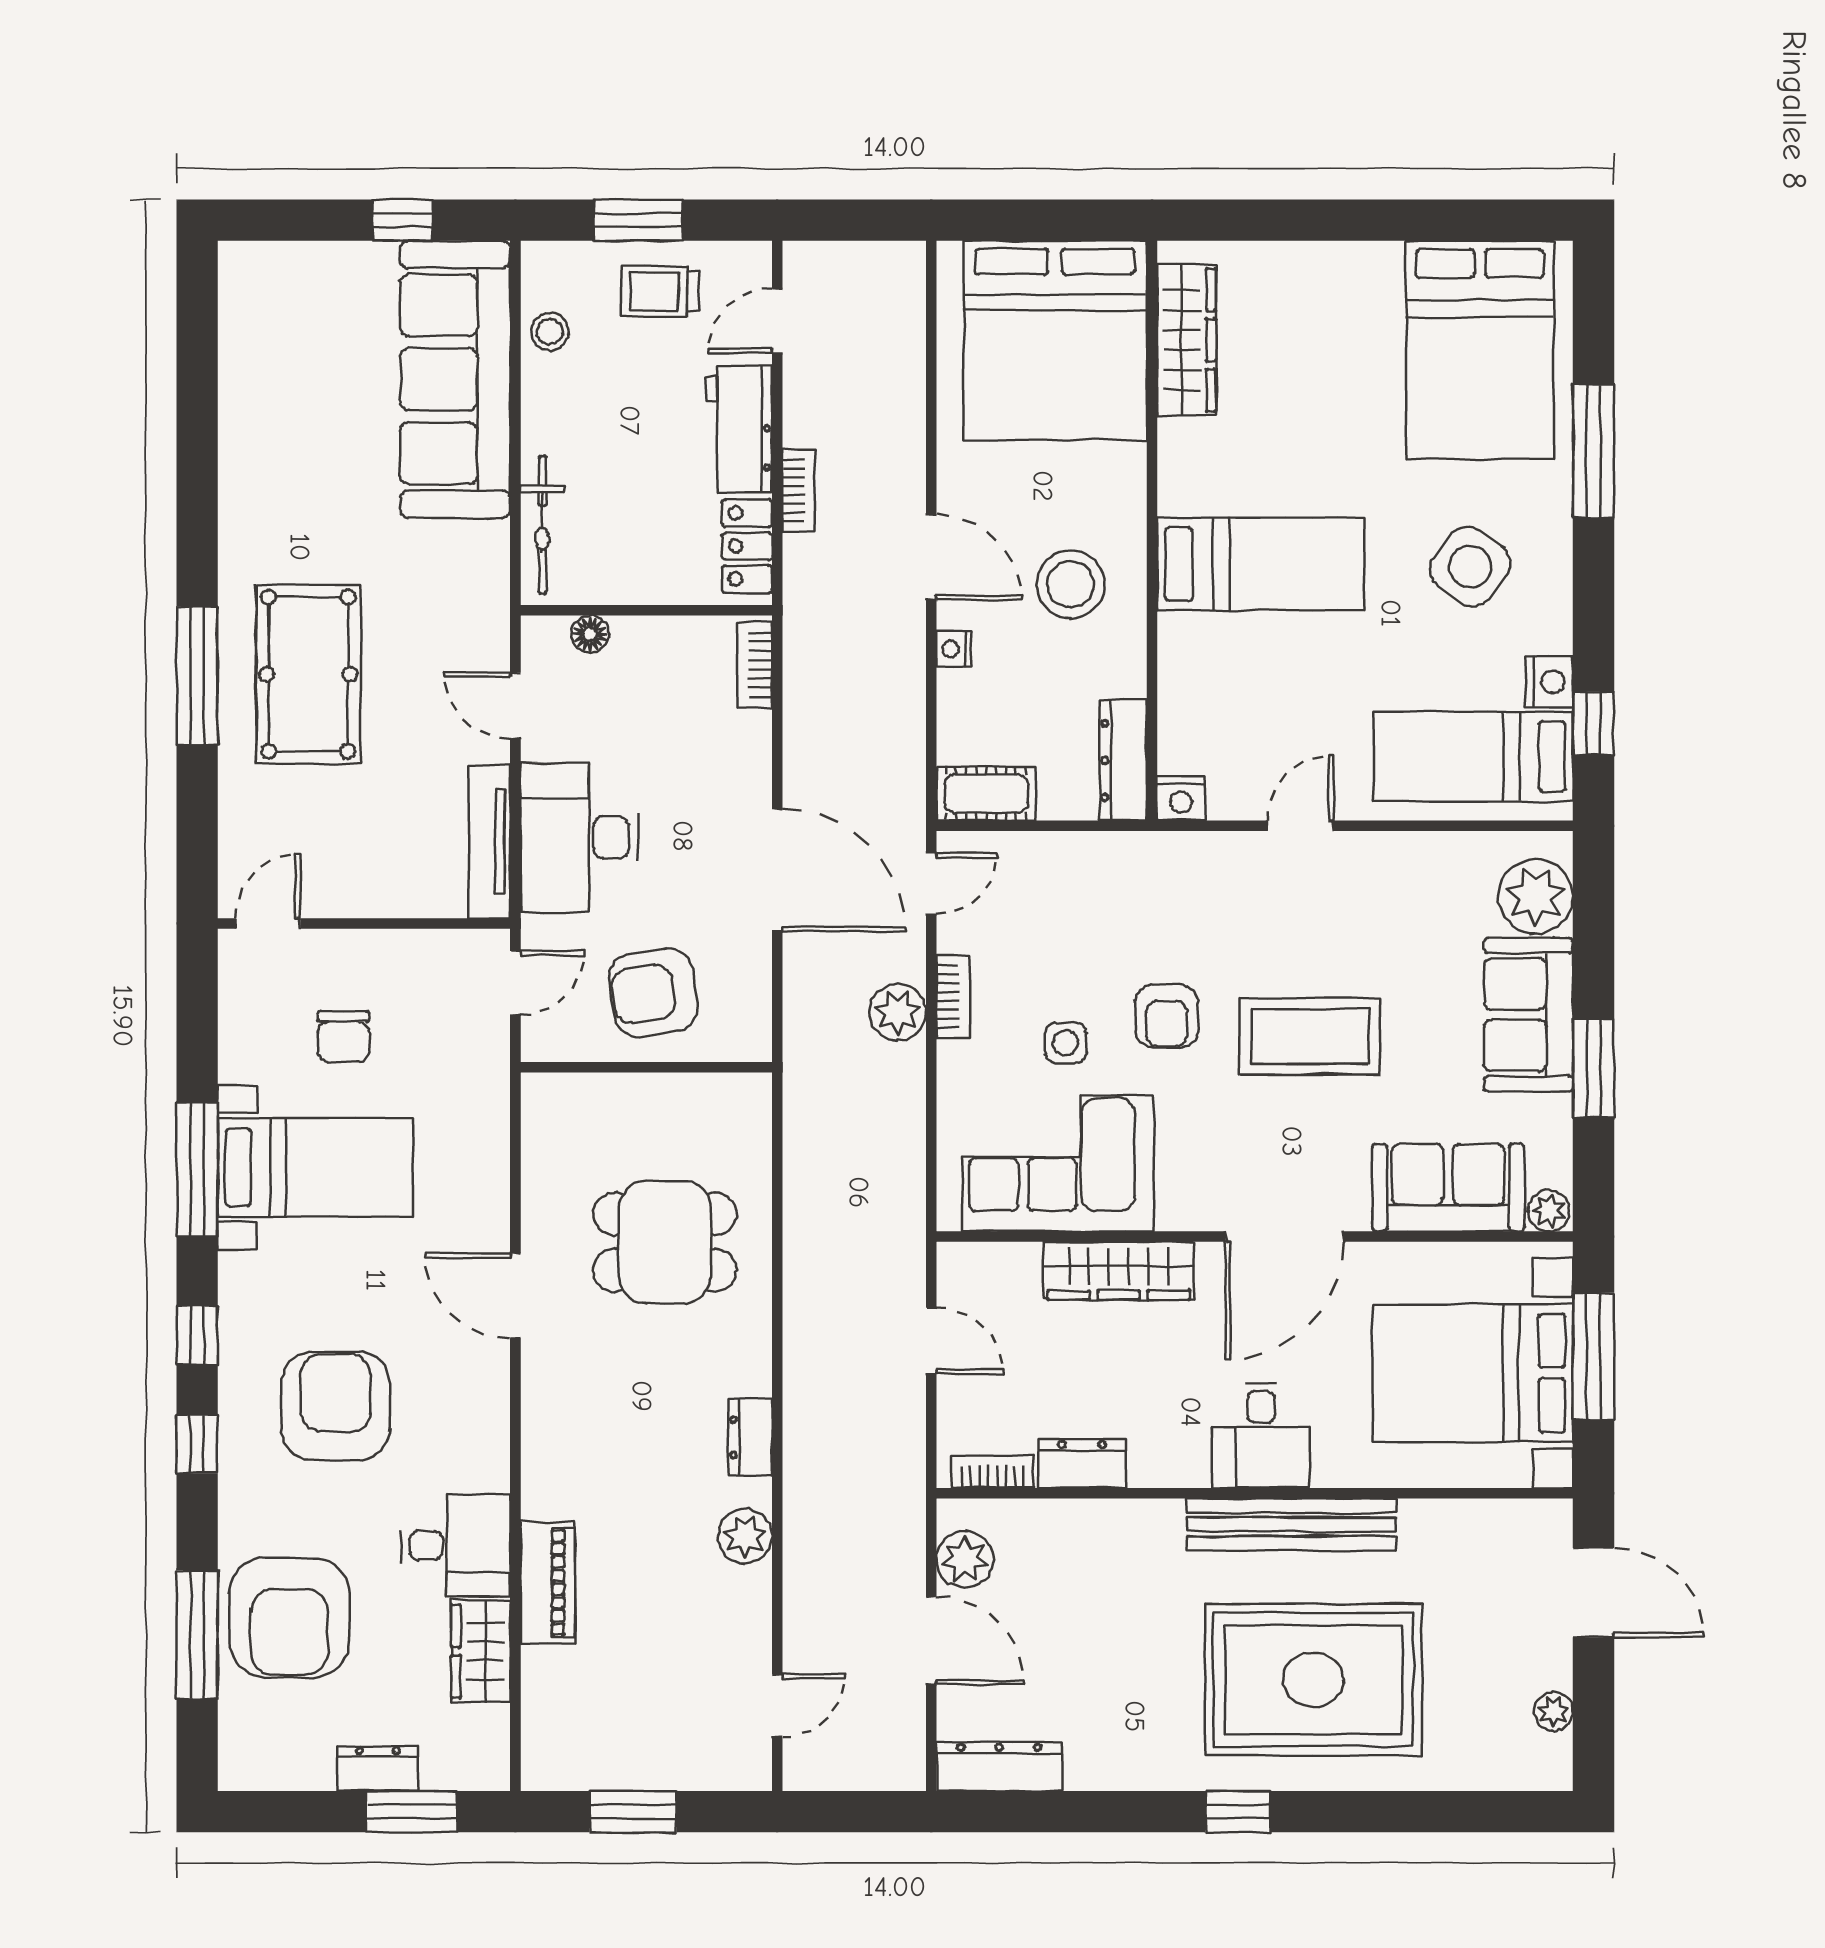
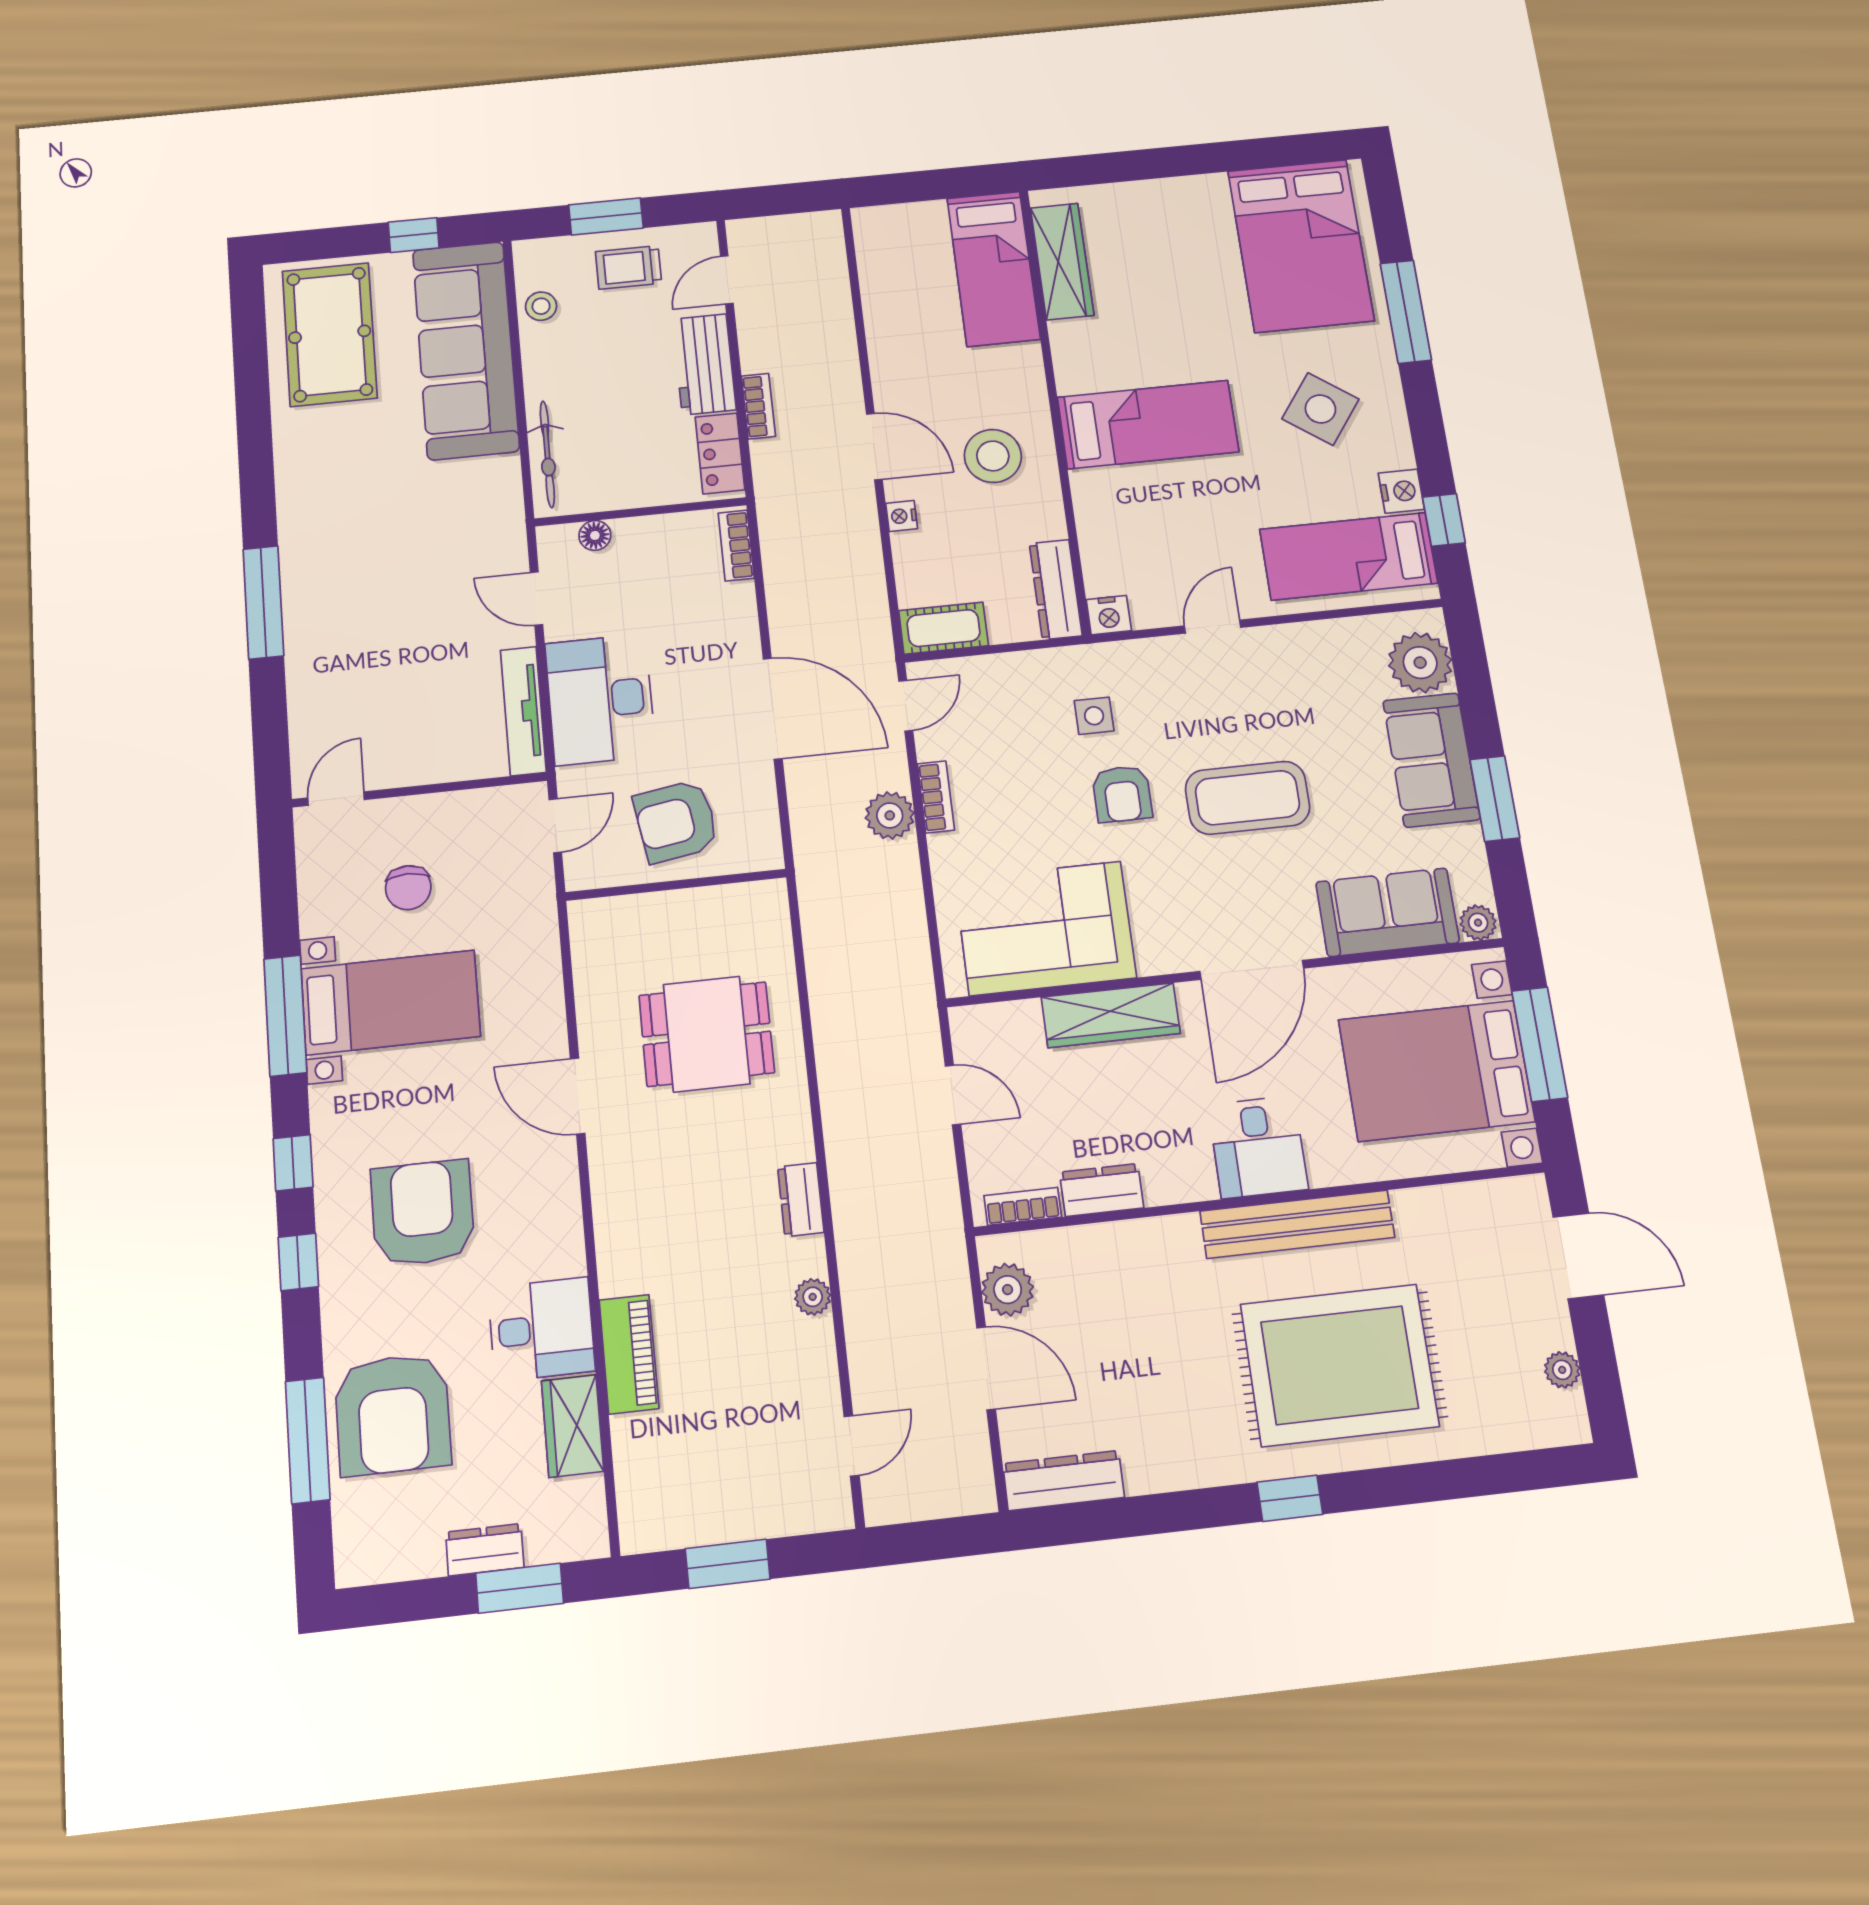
bed: (1055, 340) -> (993, 268), width x0.49
pool table: (308, 674) -> (330, 334), moved
side table: (1066, 1043) -> (1094, 716), moved
plant: (745, 1536) -> (813, 1297), width x0.73, depth x0.73

